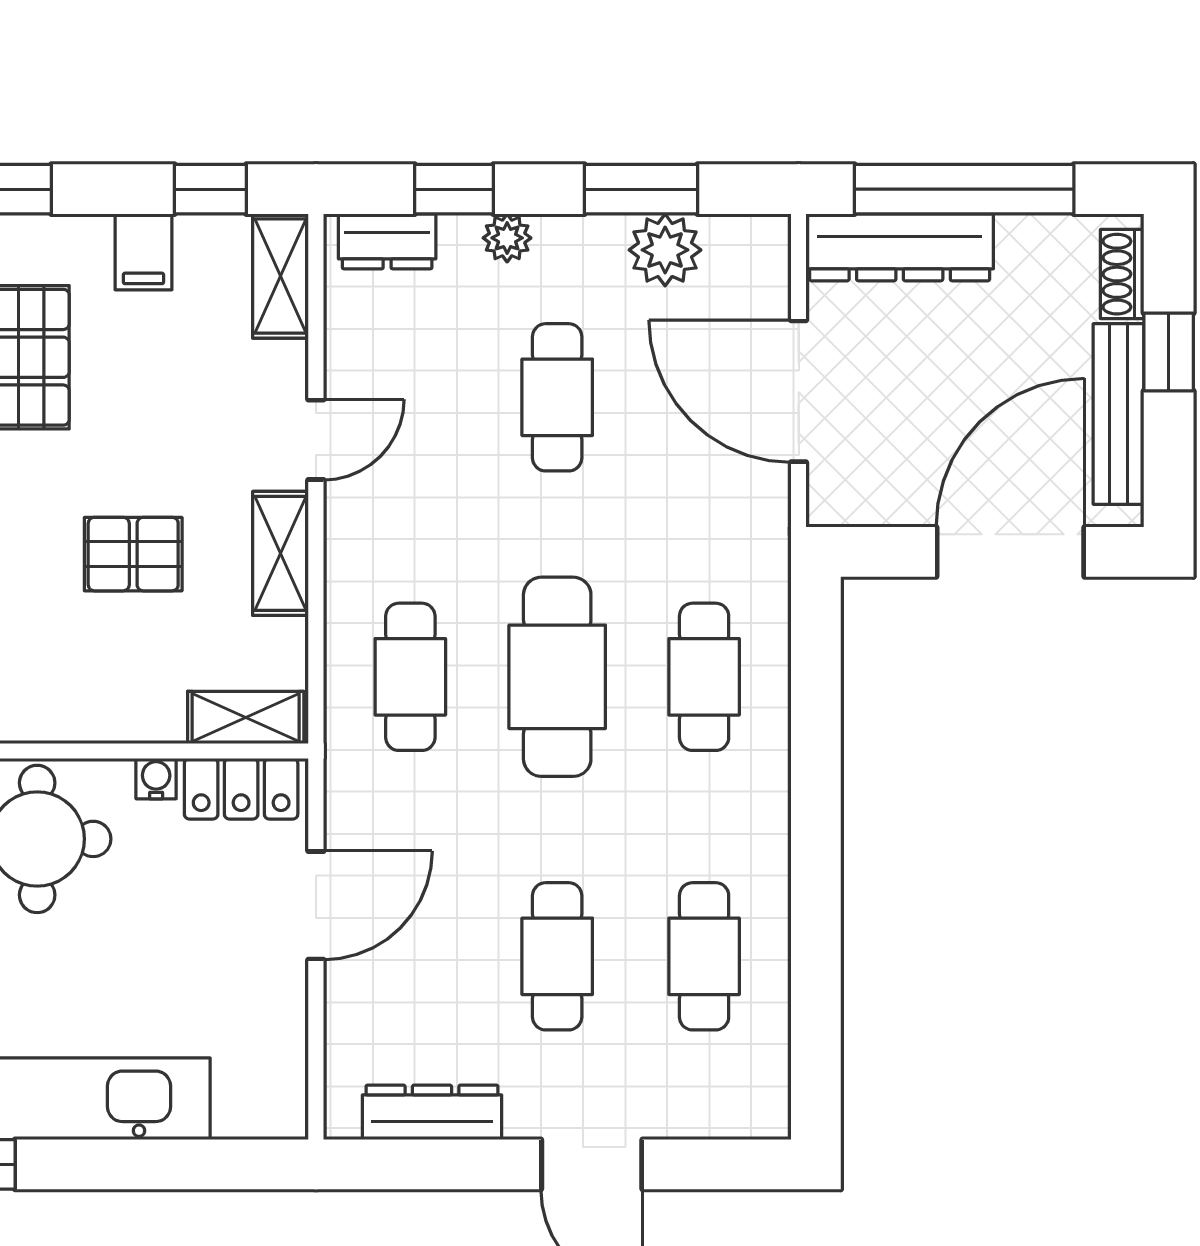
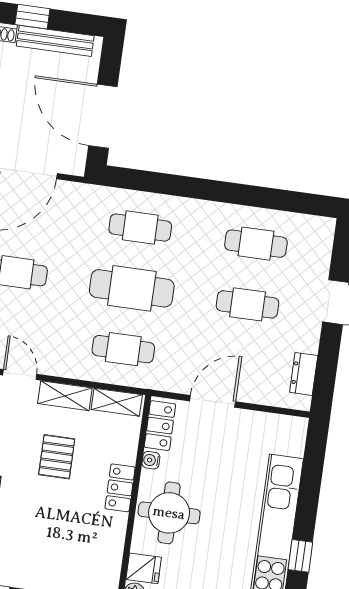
door: (1010, 552) -> (103, 116), moved
locker: (80, 715) -> (120, 488), added
shelving: (246, 717) -> (117, 402), moved, turned 90
door: (316, 905) -> (213, 401), hinge flipped
dresser: (432, 1112) -> (304, 374), width x0.70

